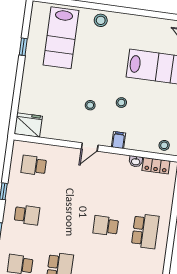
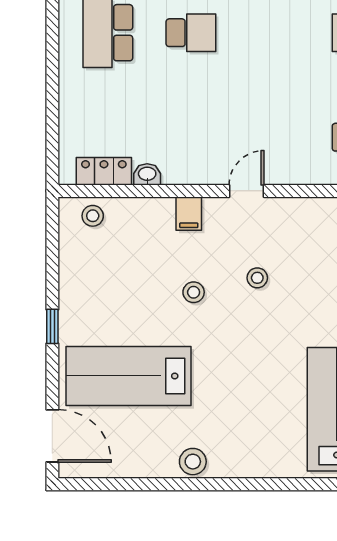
stool: (101, 20) -> (193, 462), moved

